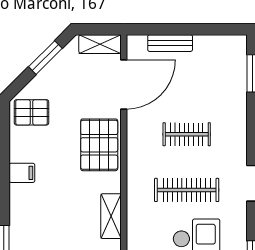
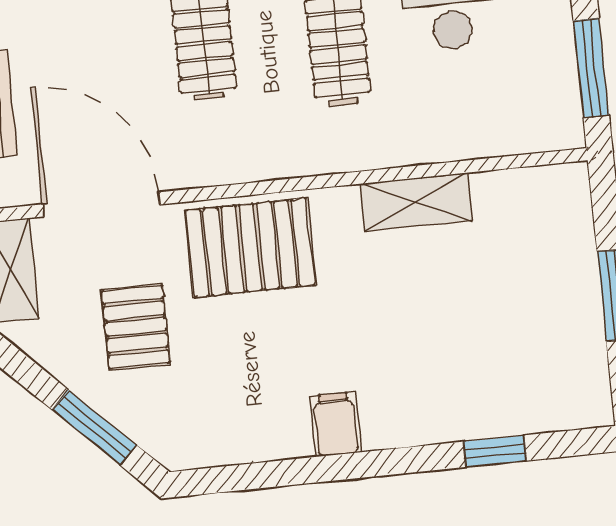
window: (45, 58) -> (94, 427), moved
pallet: (31, 112) -> (136, 327), moved

